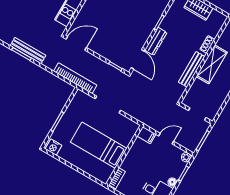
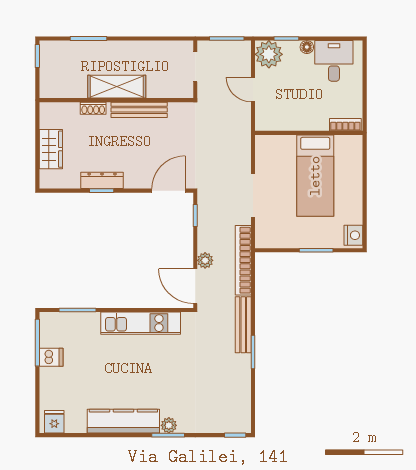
dresser: (156, 41) -> (102, 180), moved
bench: (28, 51) -> (243, 325), moved
plant: (87, 57) -> (205, 260), added
filing cabinet: (146, 135) -> (264, 119), removed
plant: (186, 157) -> (269, 54), width x1.87, depth x1.87

